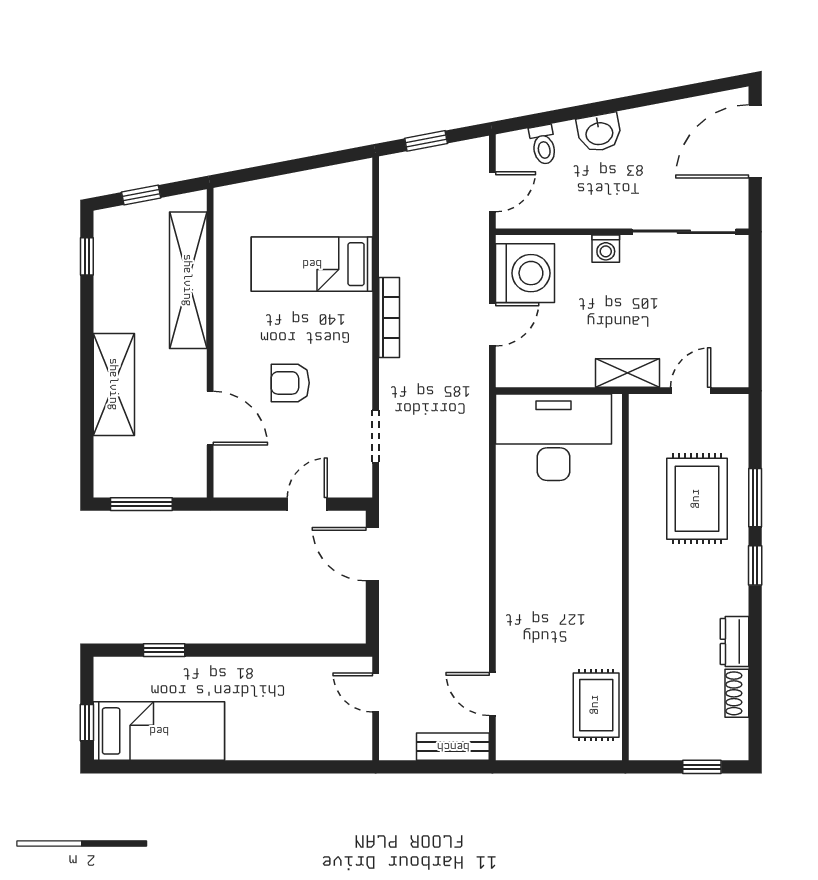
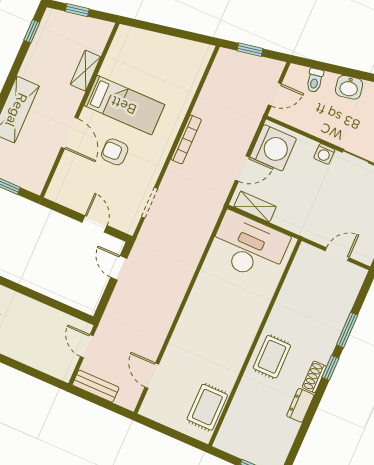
bed: (312, 264) -> (124, 105), moved, turned 180
shelving: (188, 280) -> (85, 71), width x0.45, depth x0.75
shelving: (627, 373) -> (255, 207), moved
door: (210, 418) -> (70, 133), moved
rug: (697, 499) -> (272, 357), moved, width x0.73, depth x0.70
door: (307, 504) -> (95, 224), hinge flipped
door: (372, 554) -> (119, 268), width x0.73
shoe rack: (737, 693) -> (314, 377), moved
bench: (453, 747) -> (96, 386), moved

